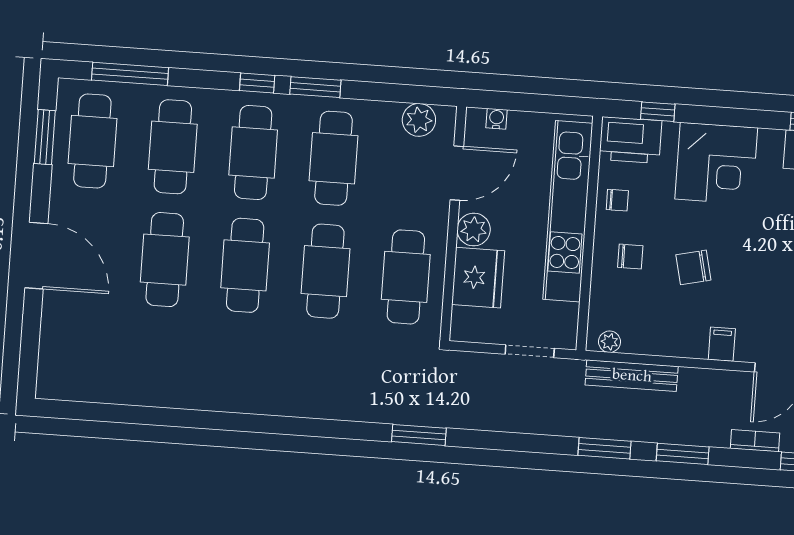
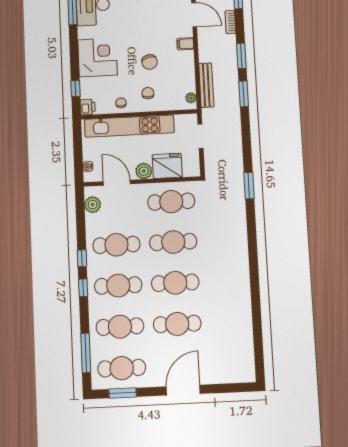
window: (315, 87) -> (82, 258), width x0.67
printer: (630, 140) -> (88, 107), width x0.53, depth x0.68

